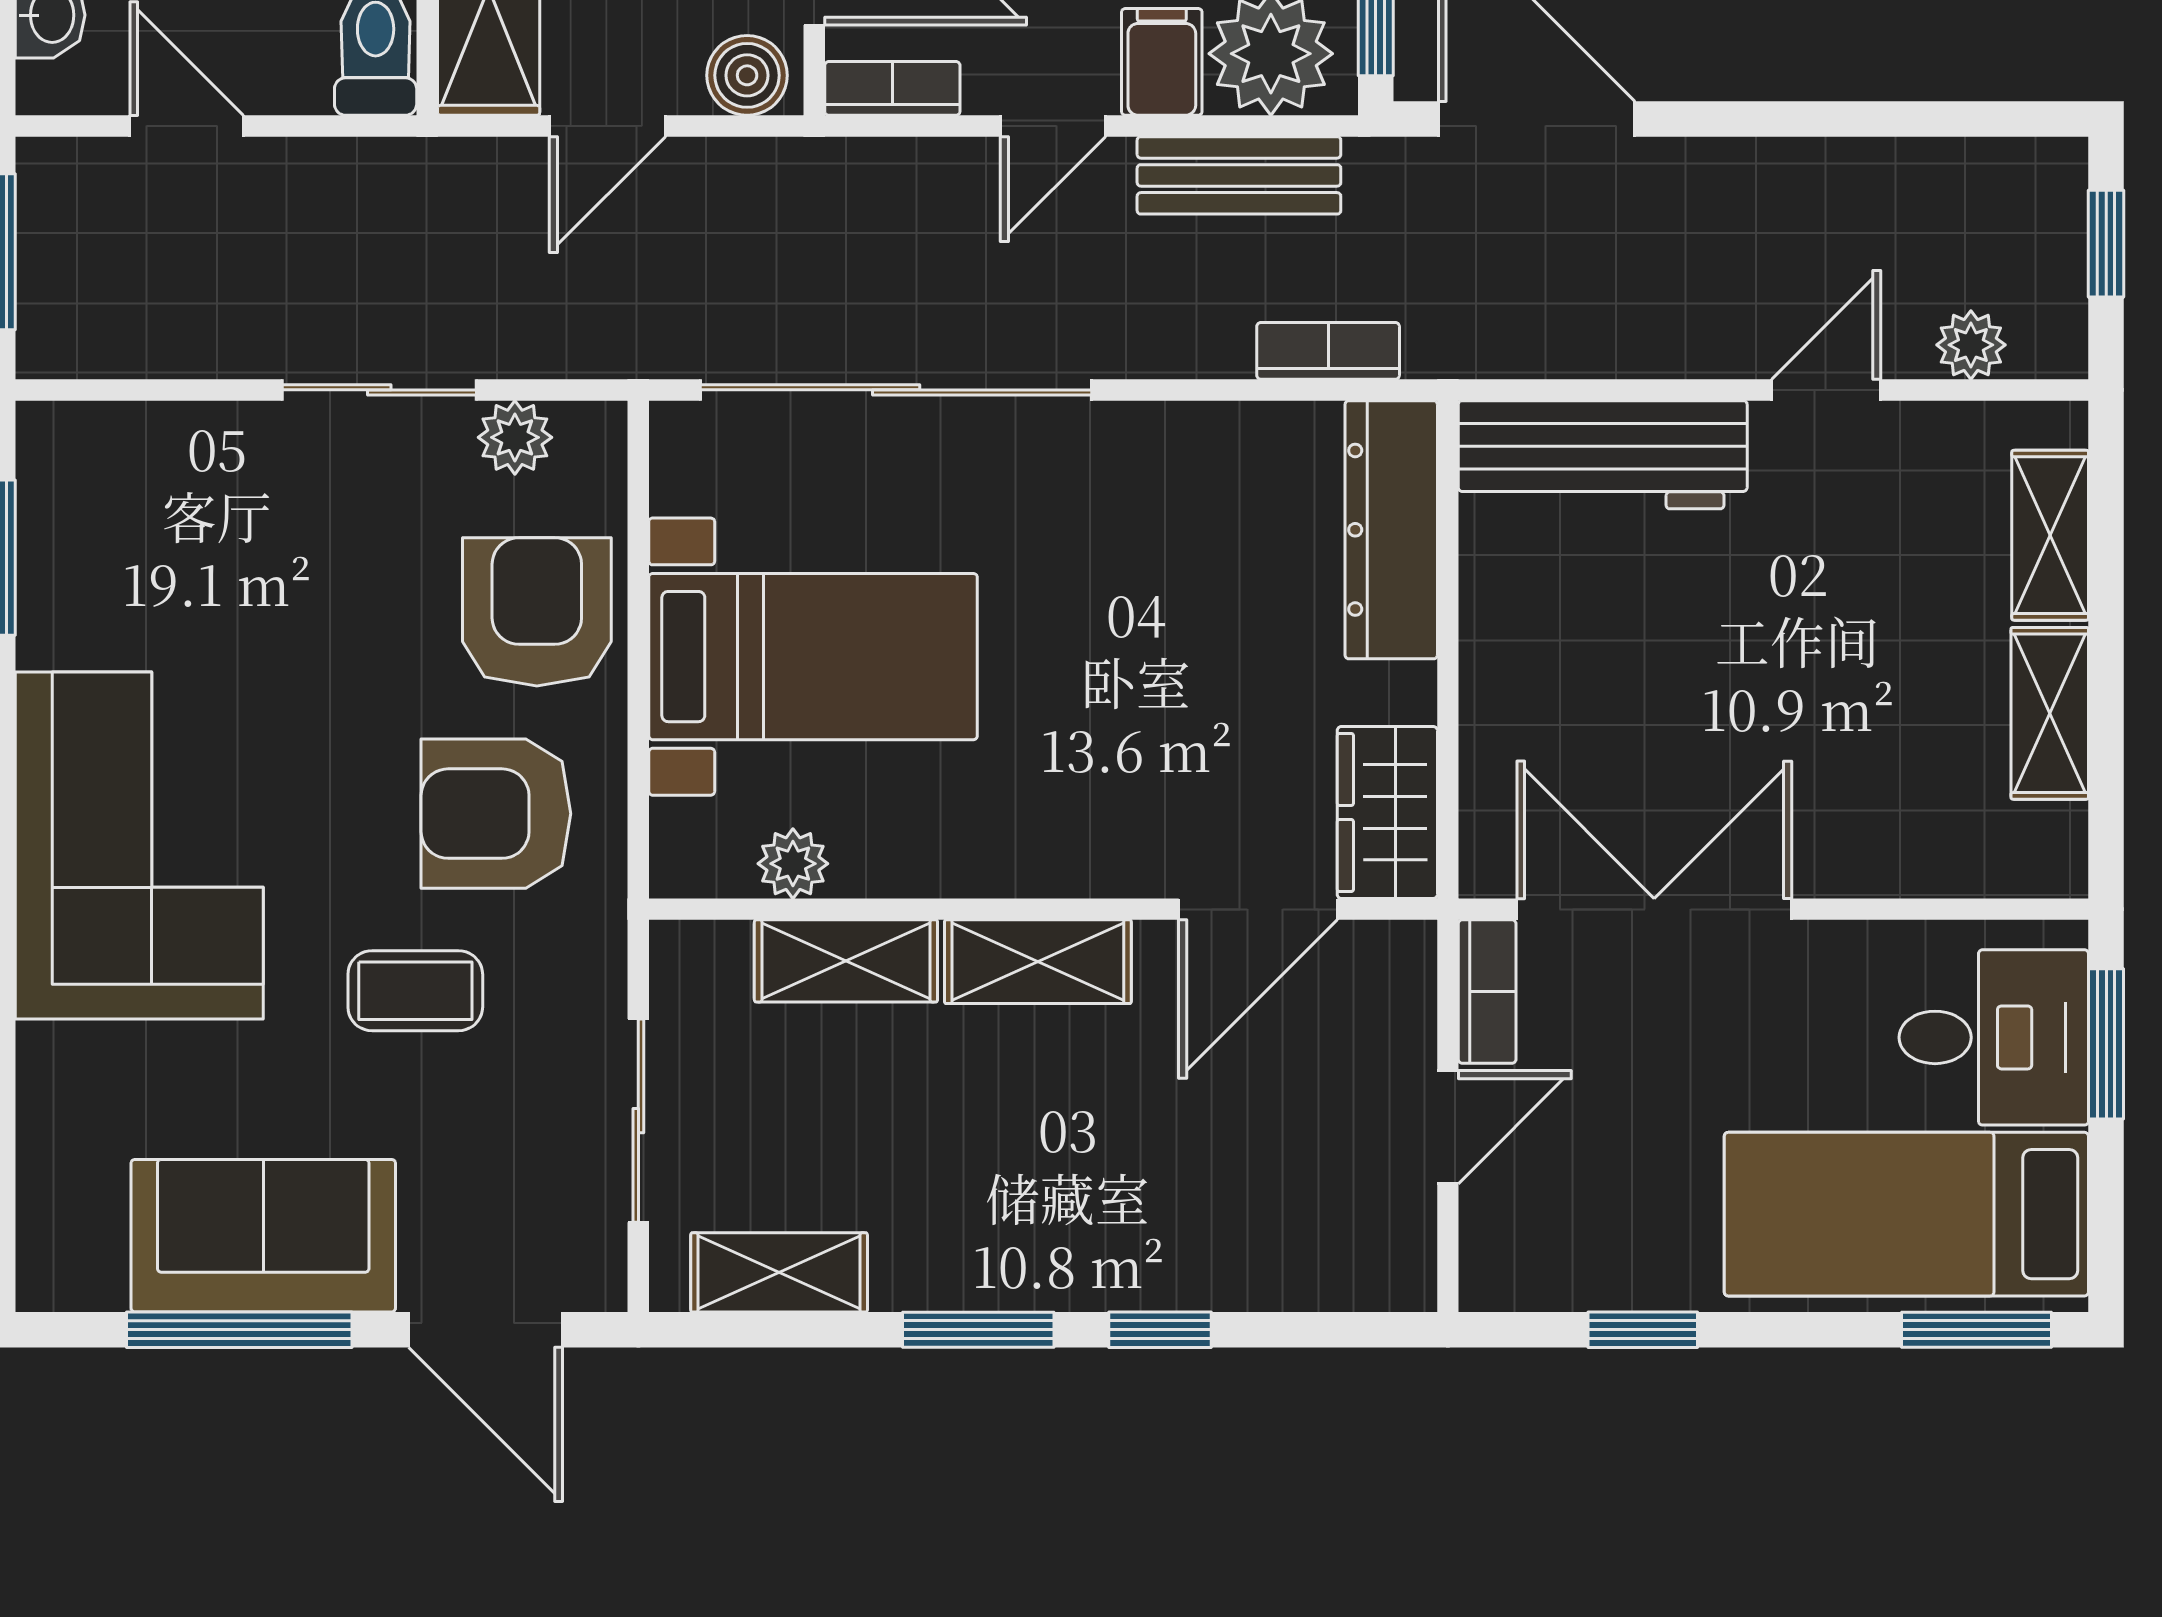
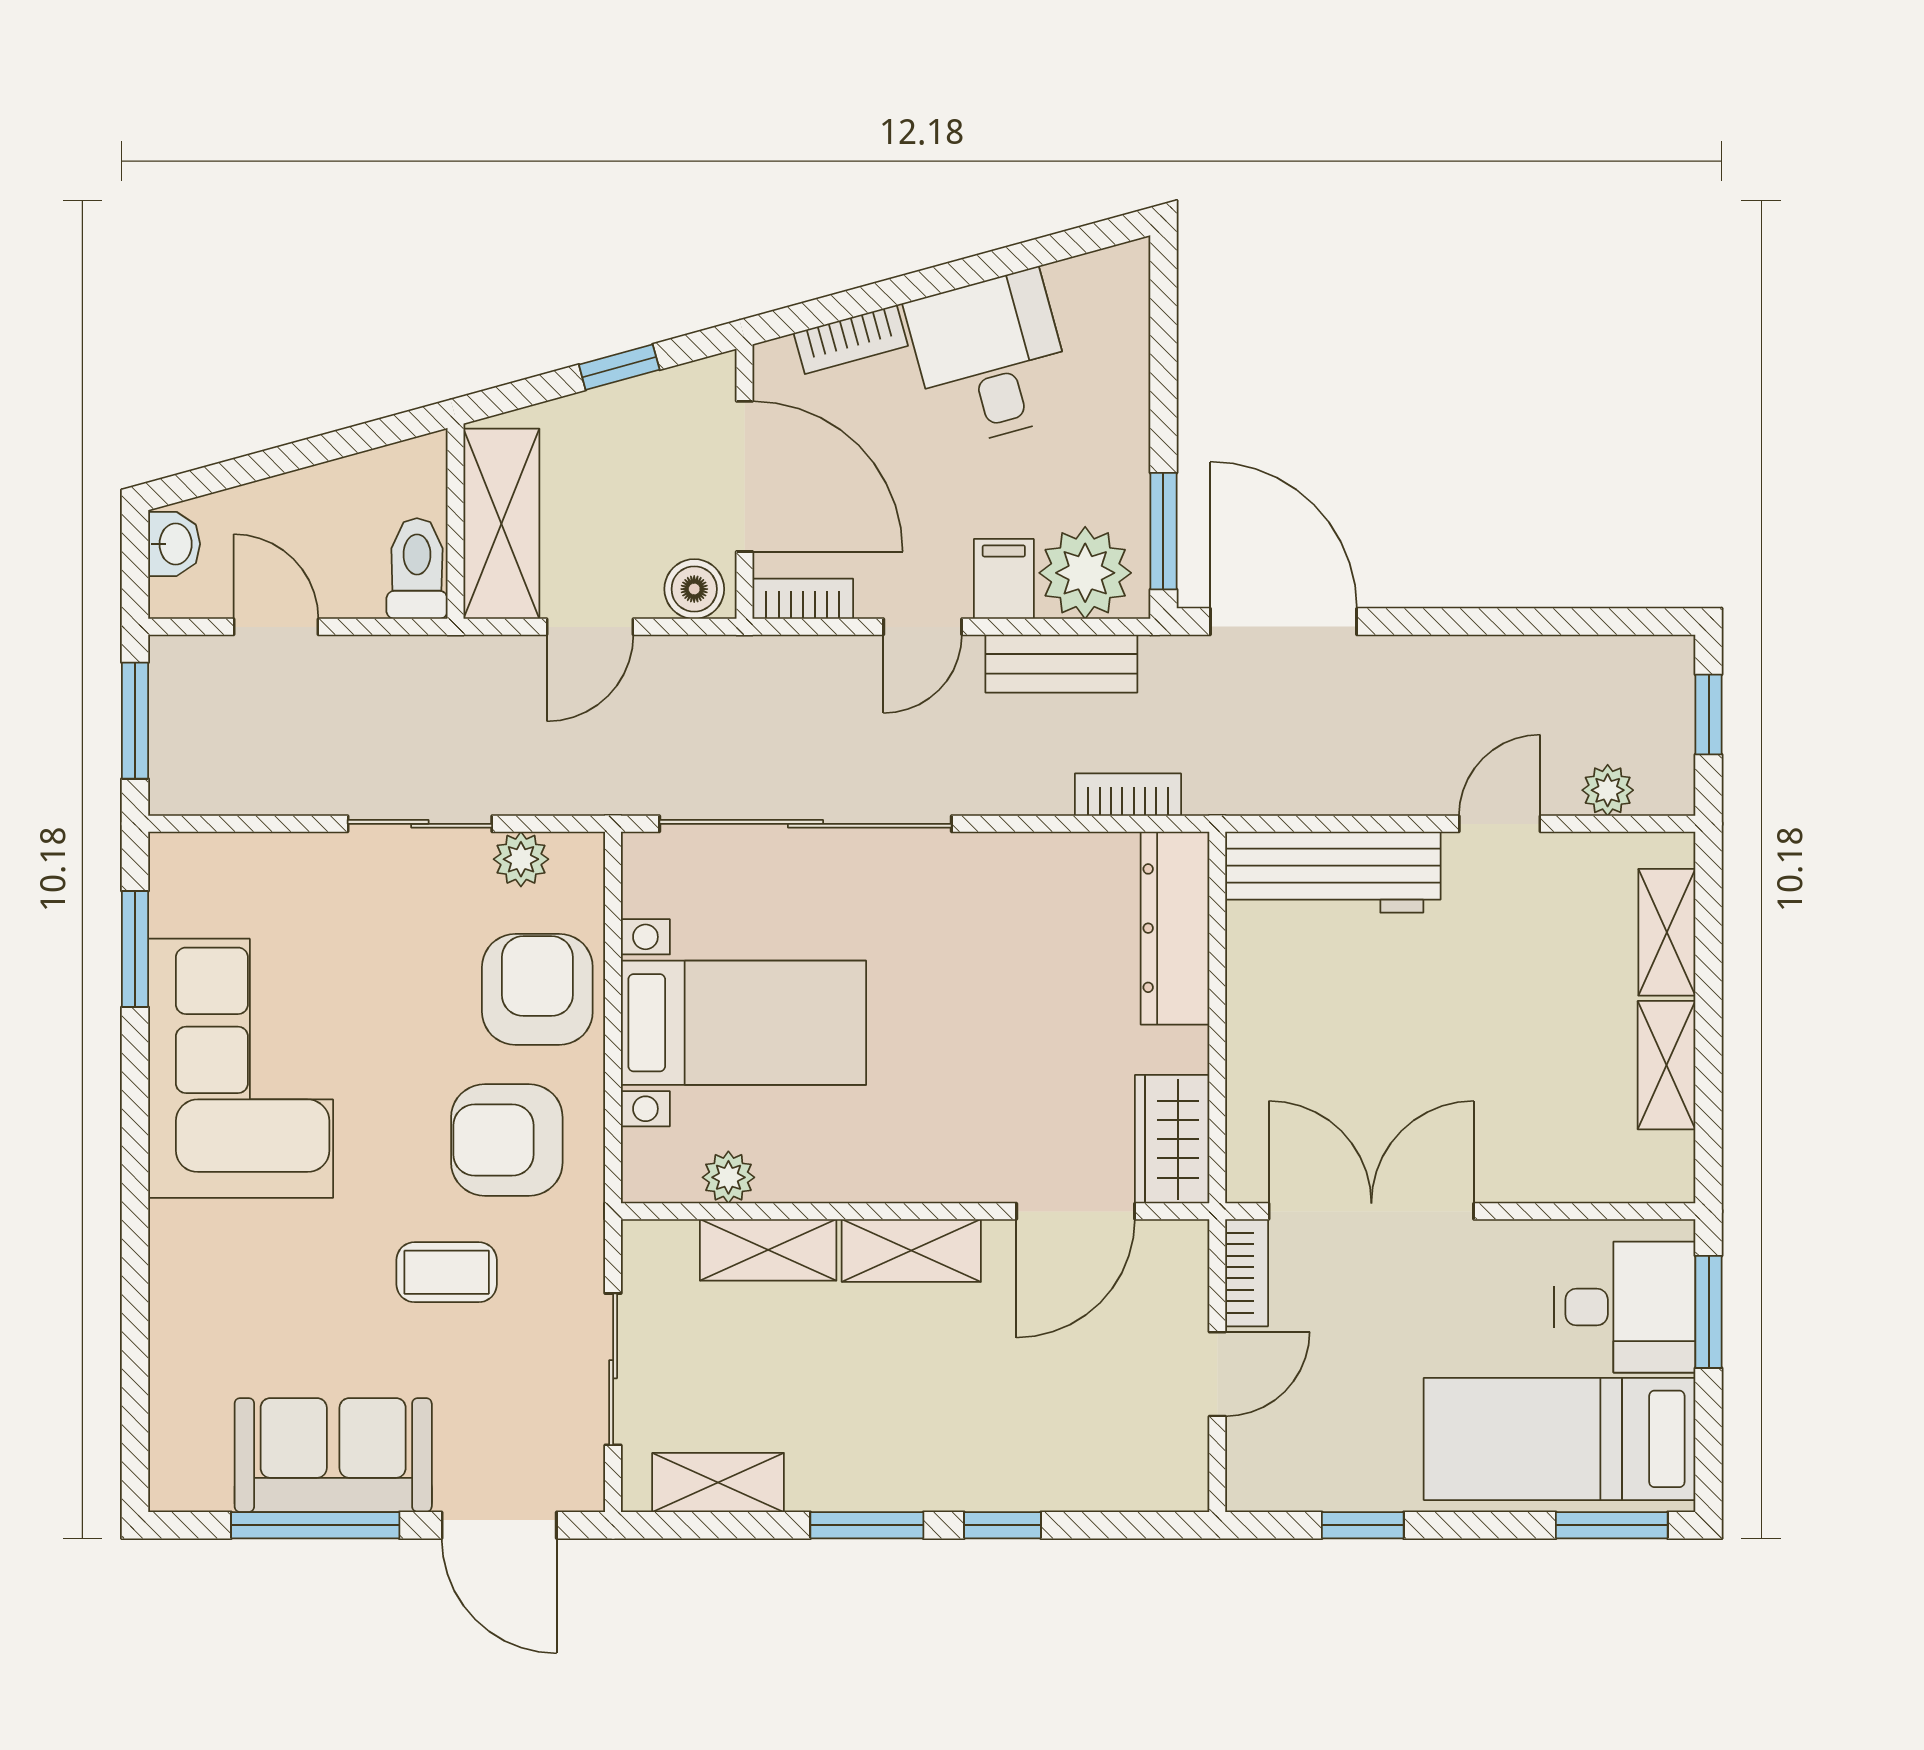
corner sofa: (139, 846) -> (241, 1068), moved

